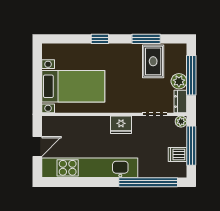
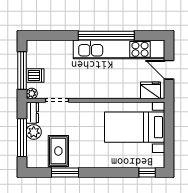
window: (100, 39) -> (147, 172), moved
fridge: (121, 125) -> (150, 90), moved
door: (37, 146) -> (169, 70), hinge flipped
dishwasher: (178, 155) -> (35, 76), moved
window: (148, 182) -> (106, 36), moved

